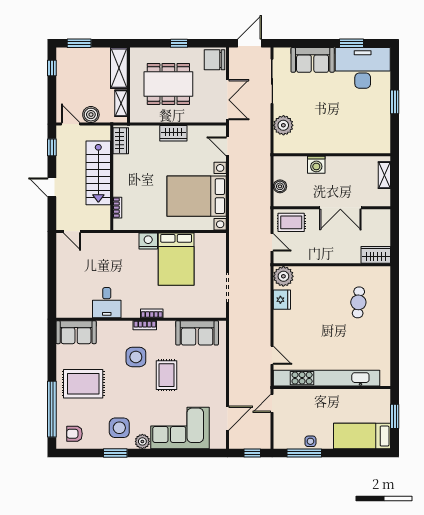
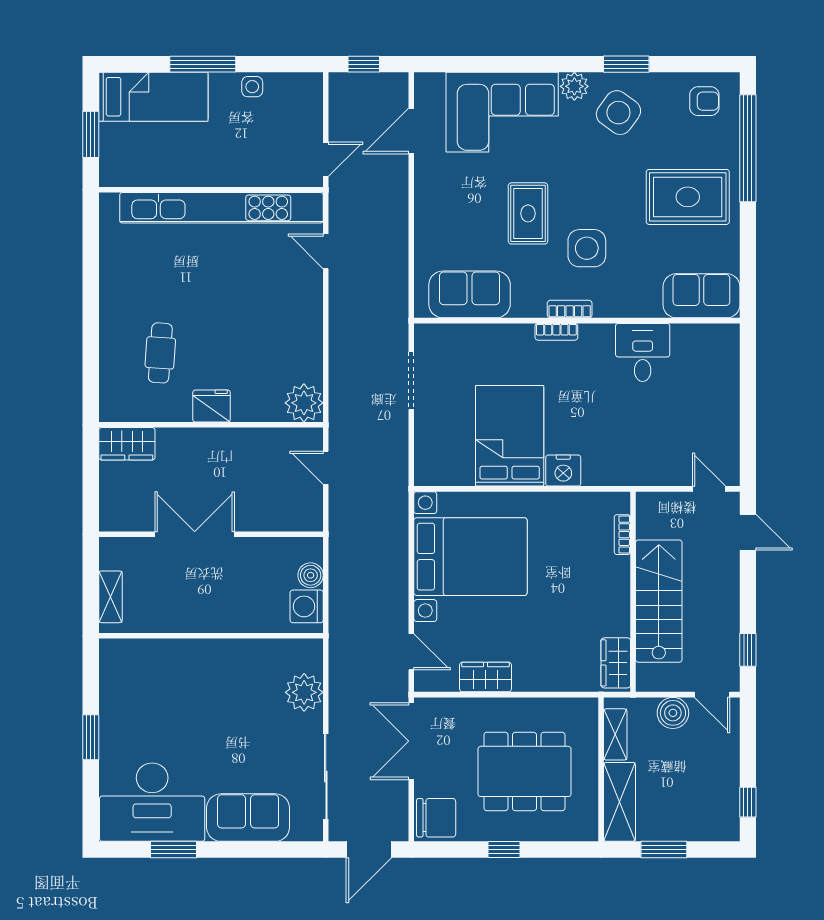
window: (79, 43) -> (664, 850), moved
wardrobe: (173, 133) -> (486, 677), moved
washing machine: (316, 165) -> (307, 606), moved, turned -90
door: (52, 187) -> (748, 532), moved
rug: (291, 222) -> (289, 506), removed
fridge: (282, 300) -> (211, 406), moved, turned 90
side table: (119, 428) -> (618, 113), turned 36
window: (304, 453) -> (203, 64), moved

